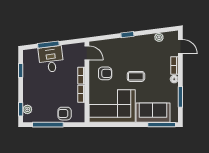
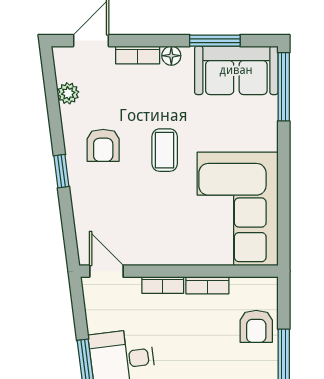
door: (87, 53) -> (106, 271), hinge flipped
armchair: (105, 73) -> (103, 145), moved, turned 180
sofa: (153, 113) -> (236, 70), moved, turned -90

